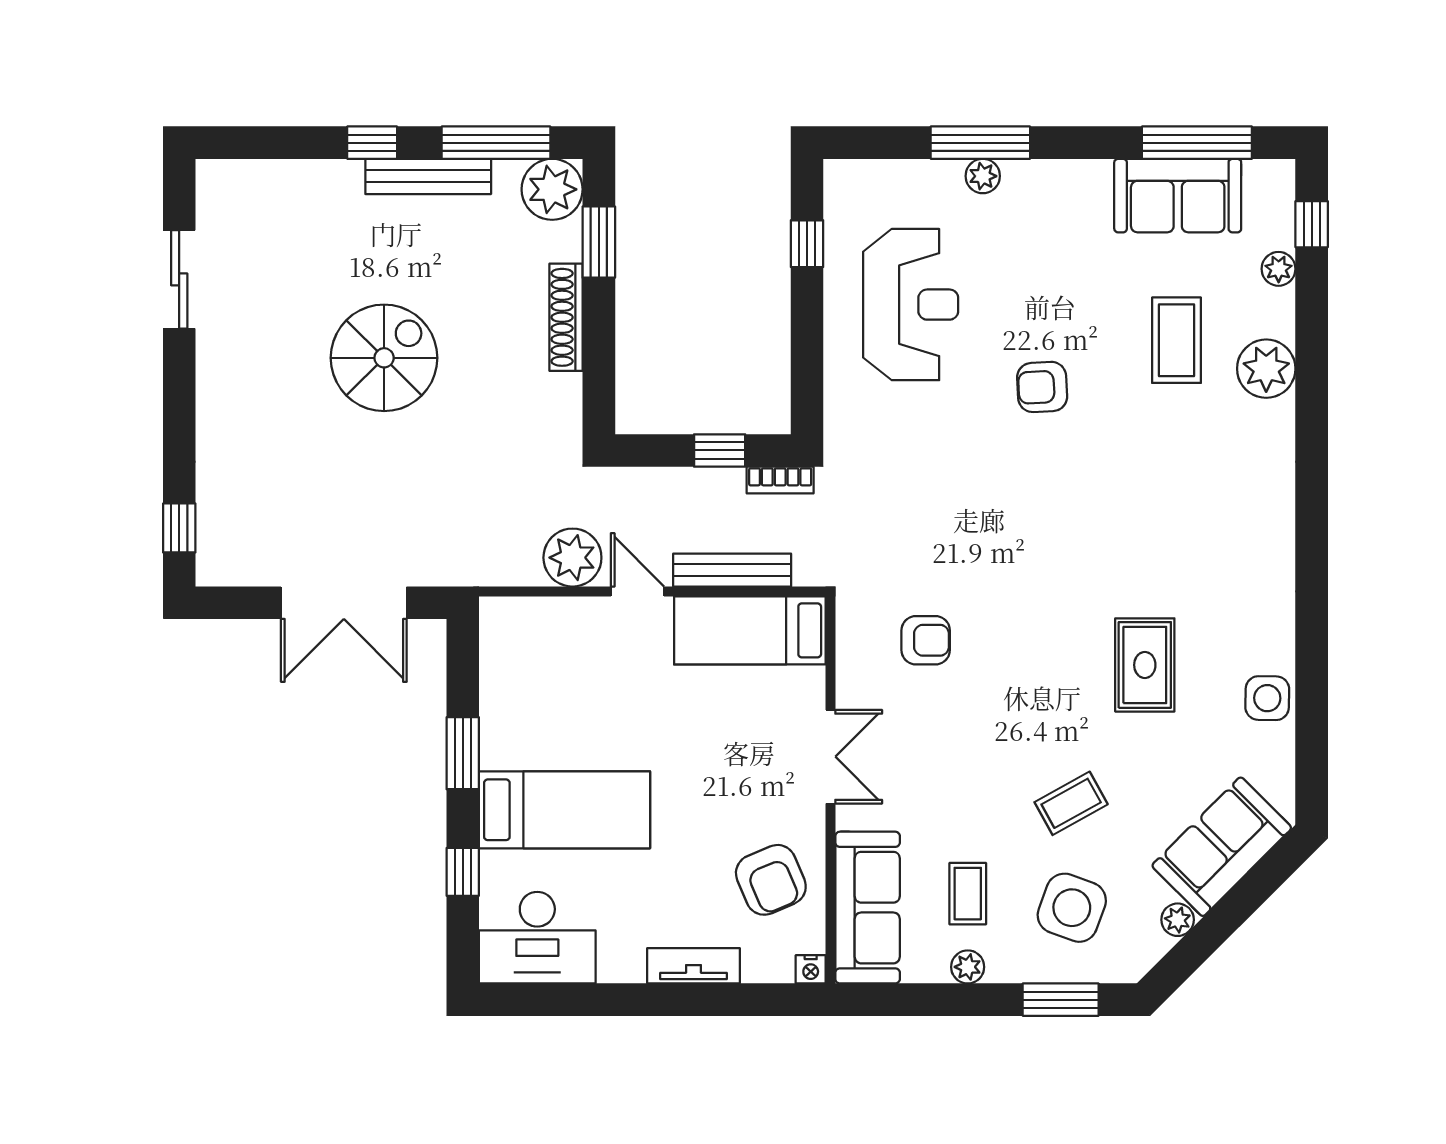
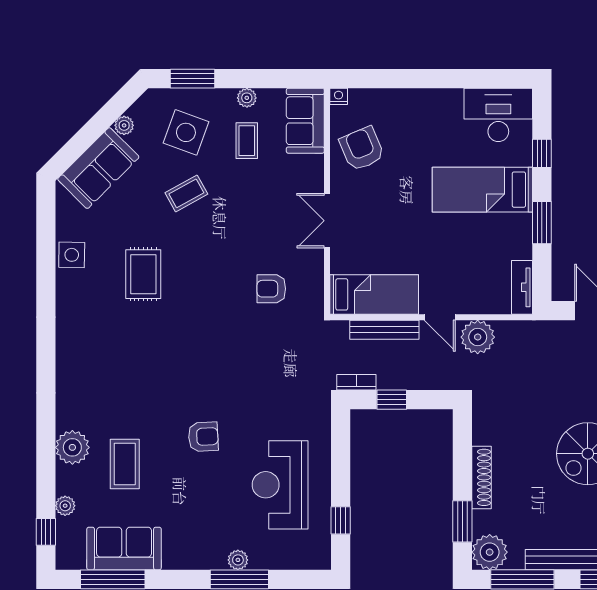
sofa: (868, 908) -> (305, 121), width x0.73
tv unit: (694, 966) -> (522, 287), moved, turned 90

